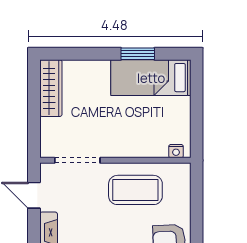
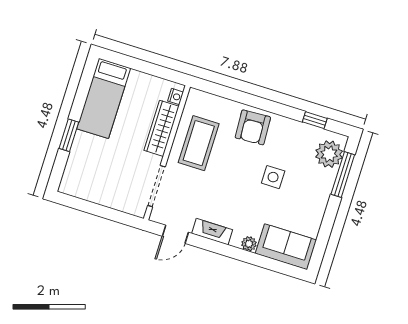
window: (138, 54) -> (69, 135), moved
wardrobe: (51, 88) -> (162, 128), moved, turned -90

